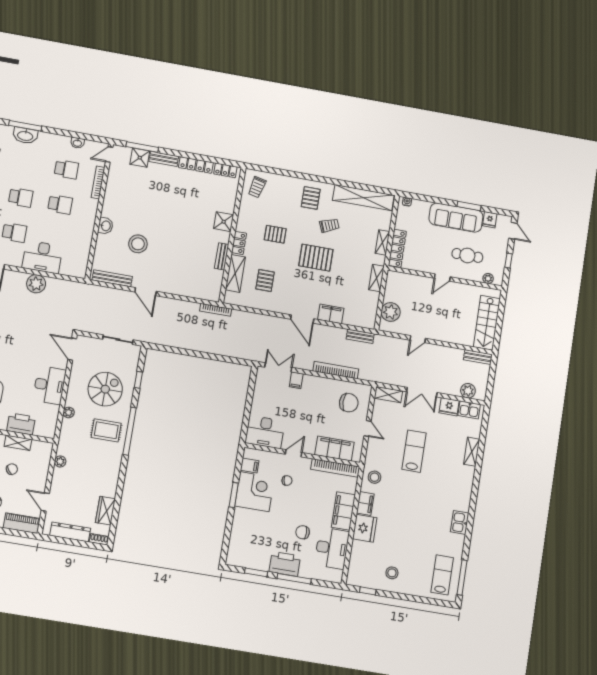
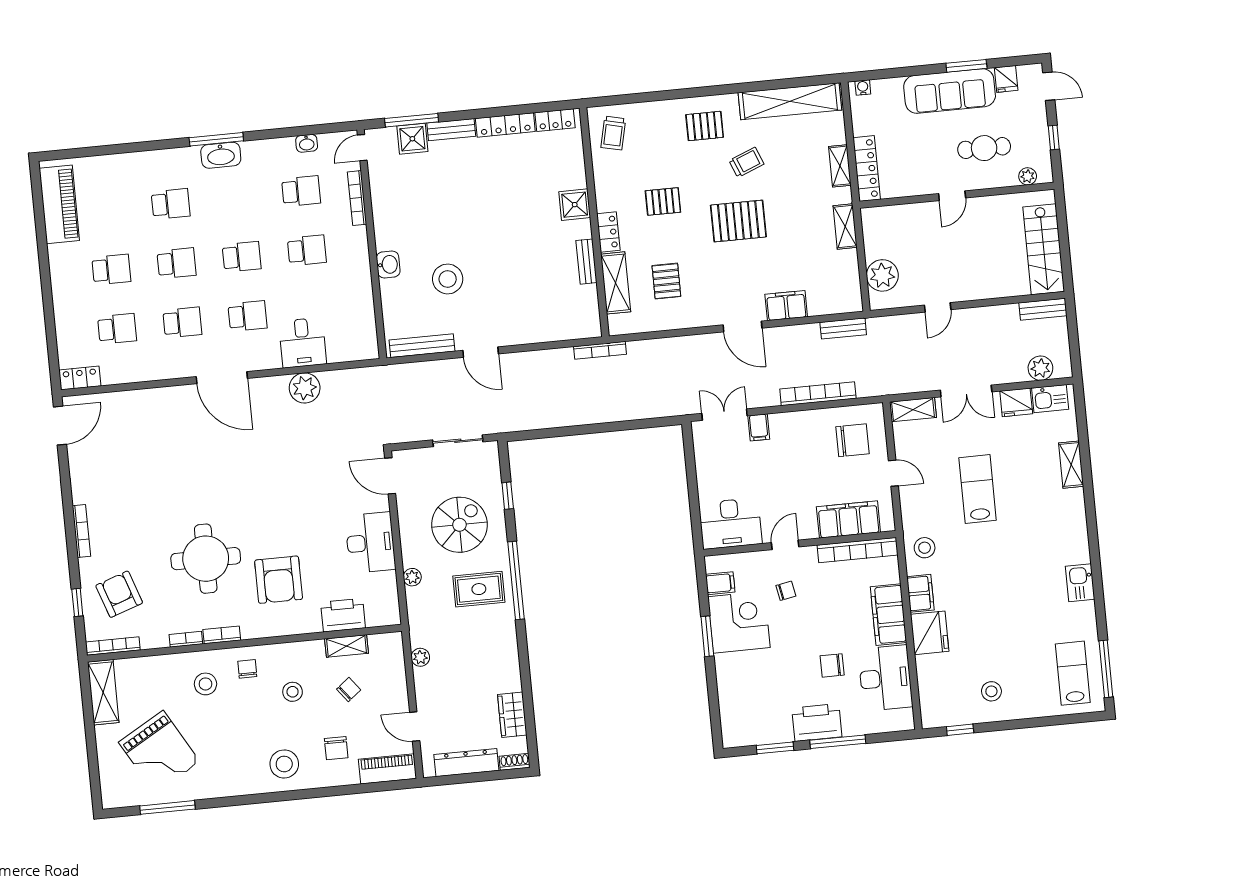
pallet: (311, 198) -> (705, 126), turned 90
desk: (42, 257) -> (303, 343), width x0.73

